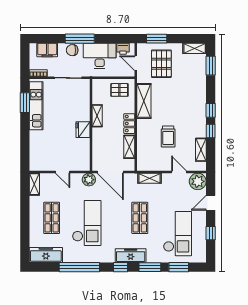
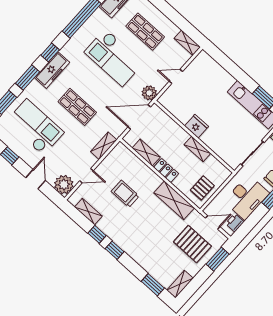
checkout: (177, 234) -> (35, 127), turned 180

